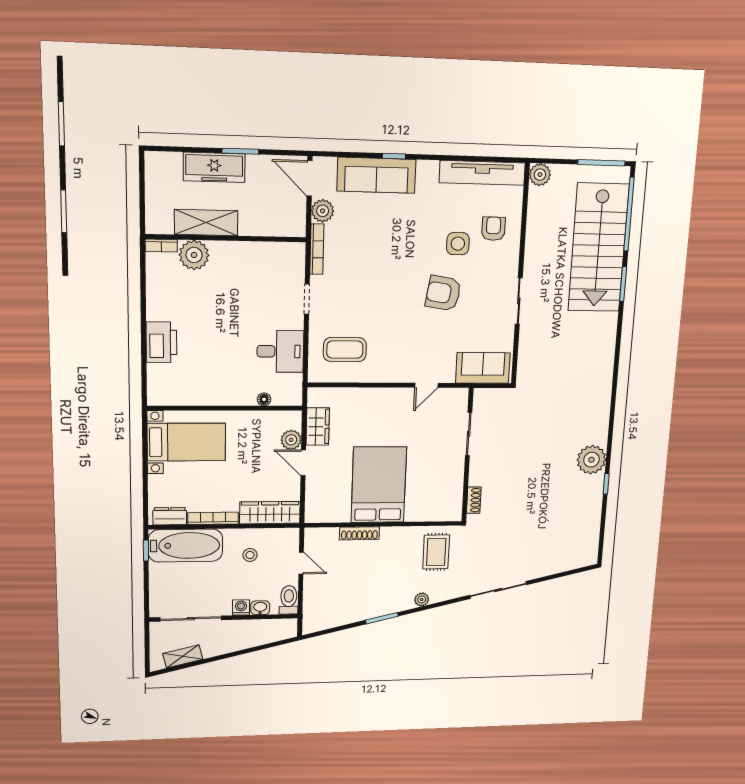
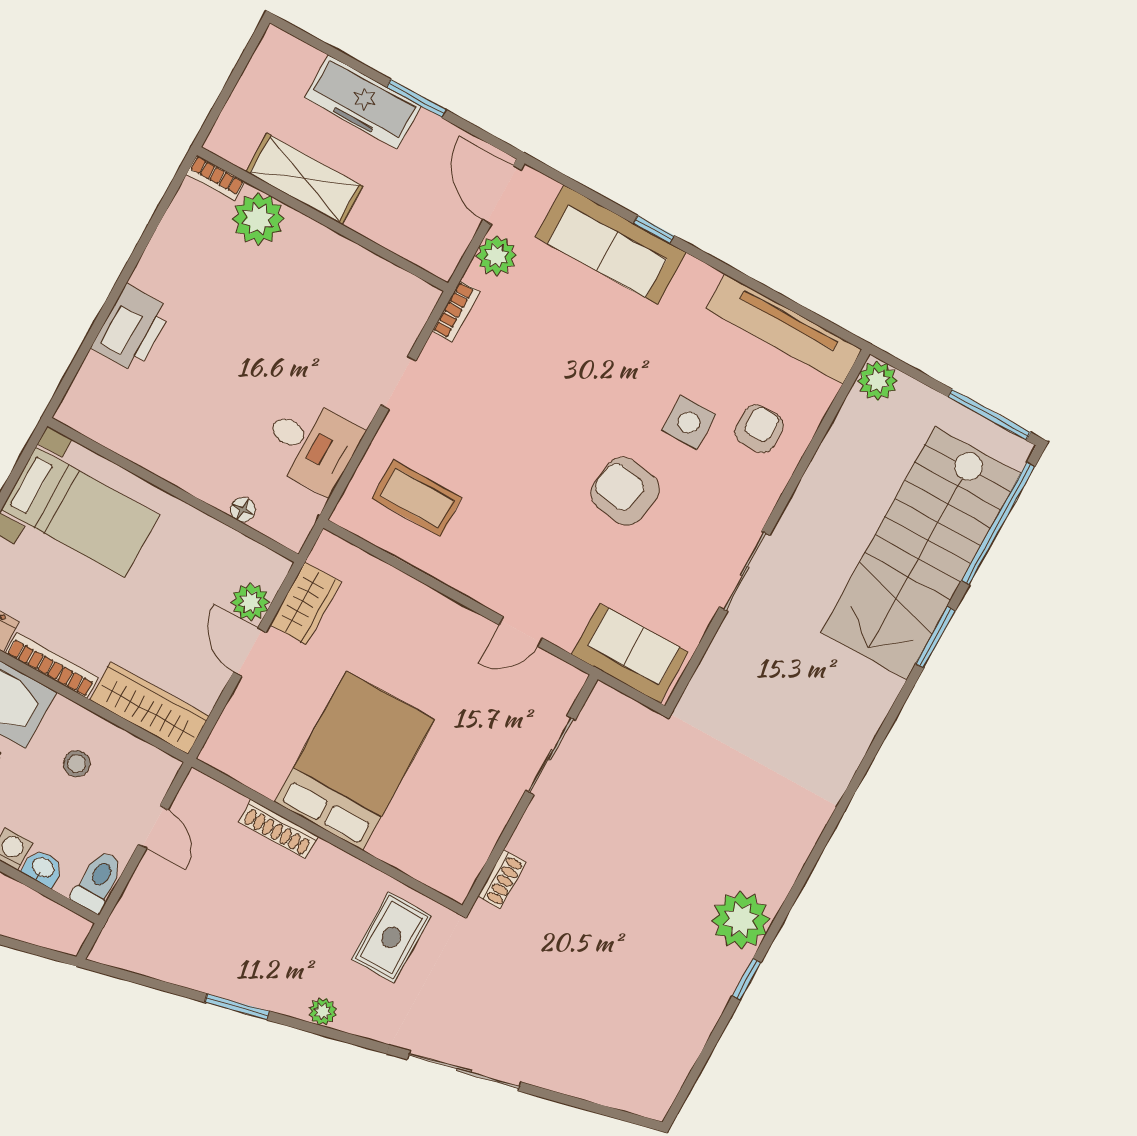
bookcase: (317, 249) -> (456, 311), width x0.64

